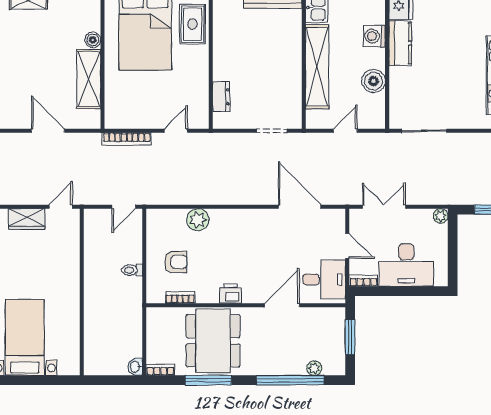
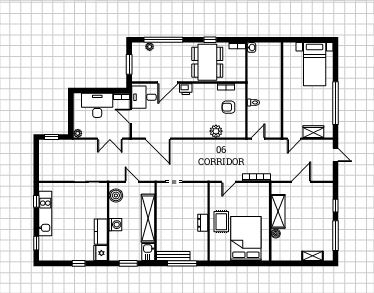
rug: (192, 24) -> (221, 222), moved
washing machine: (374, 36) -> (115, 225), moved
boiler: (374, 81) -> (116, 195), moved
dresser: (221, 97) -> (203, 223), moved
door: (48, 131) -> (301, 182), swing flipped
door: (345, 131) -> (132, 182), swing flipped
printer: (231, 294) -> (186, 89), moved
window: (208, 380) -> (210, 40), width x0.46

